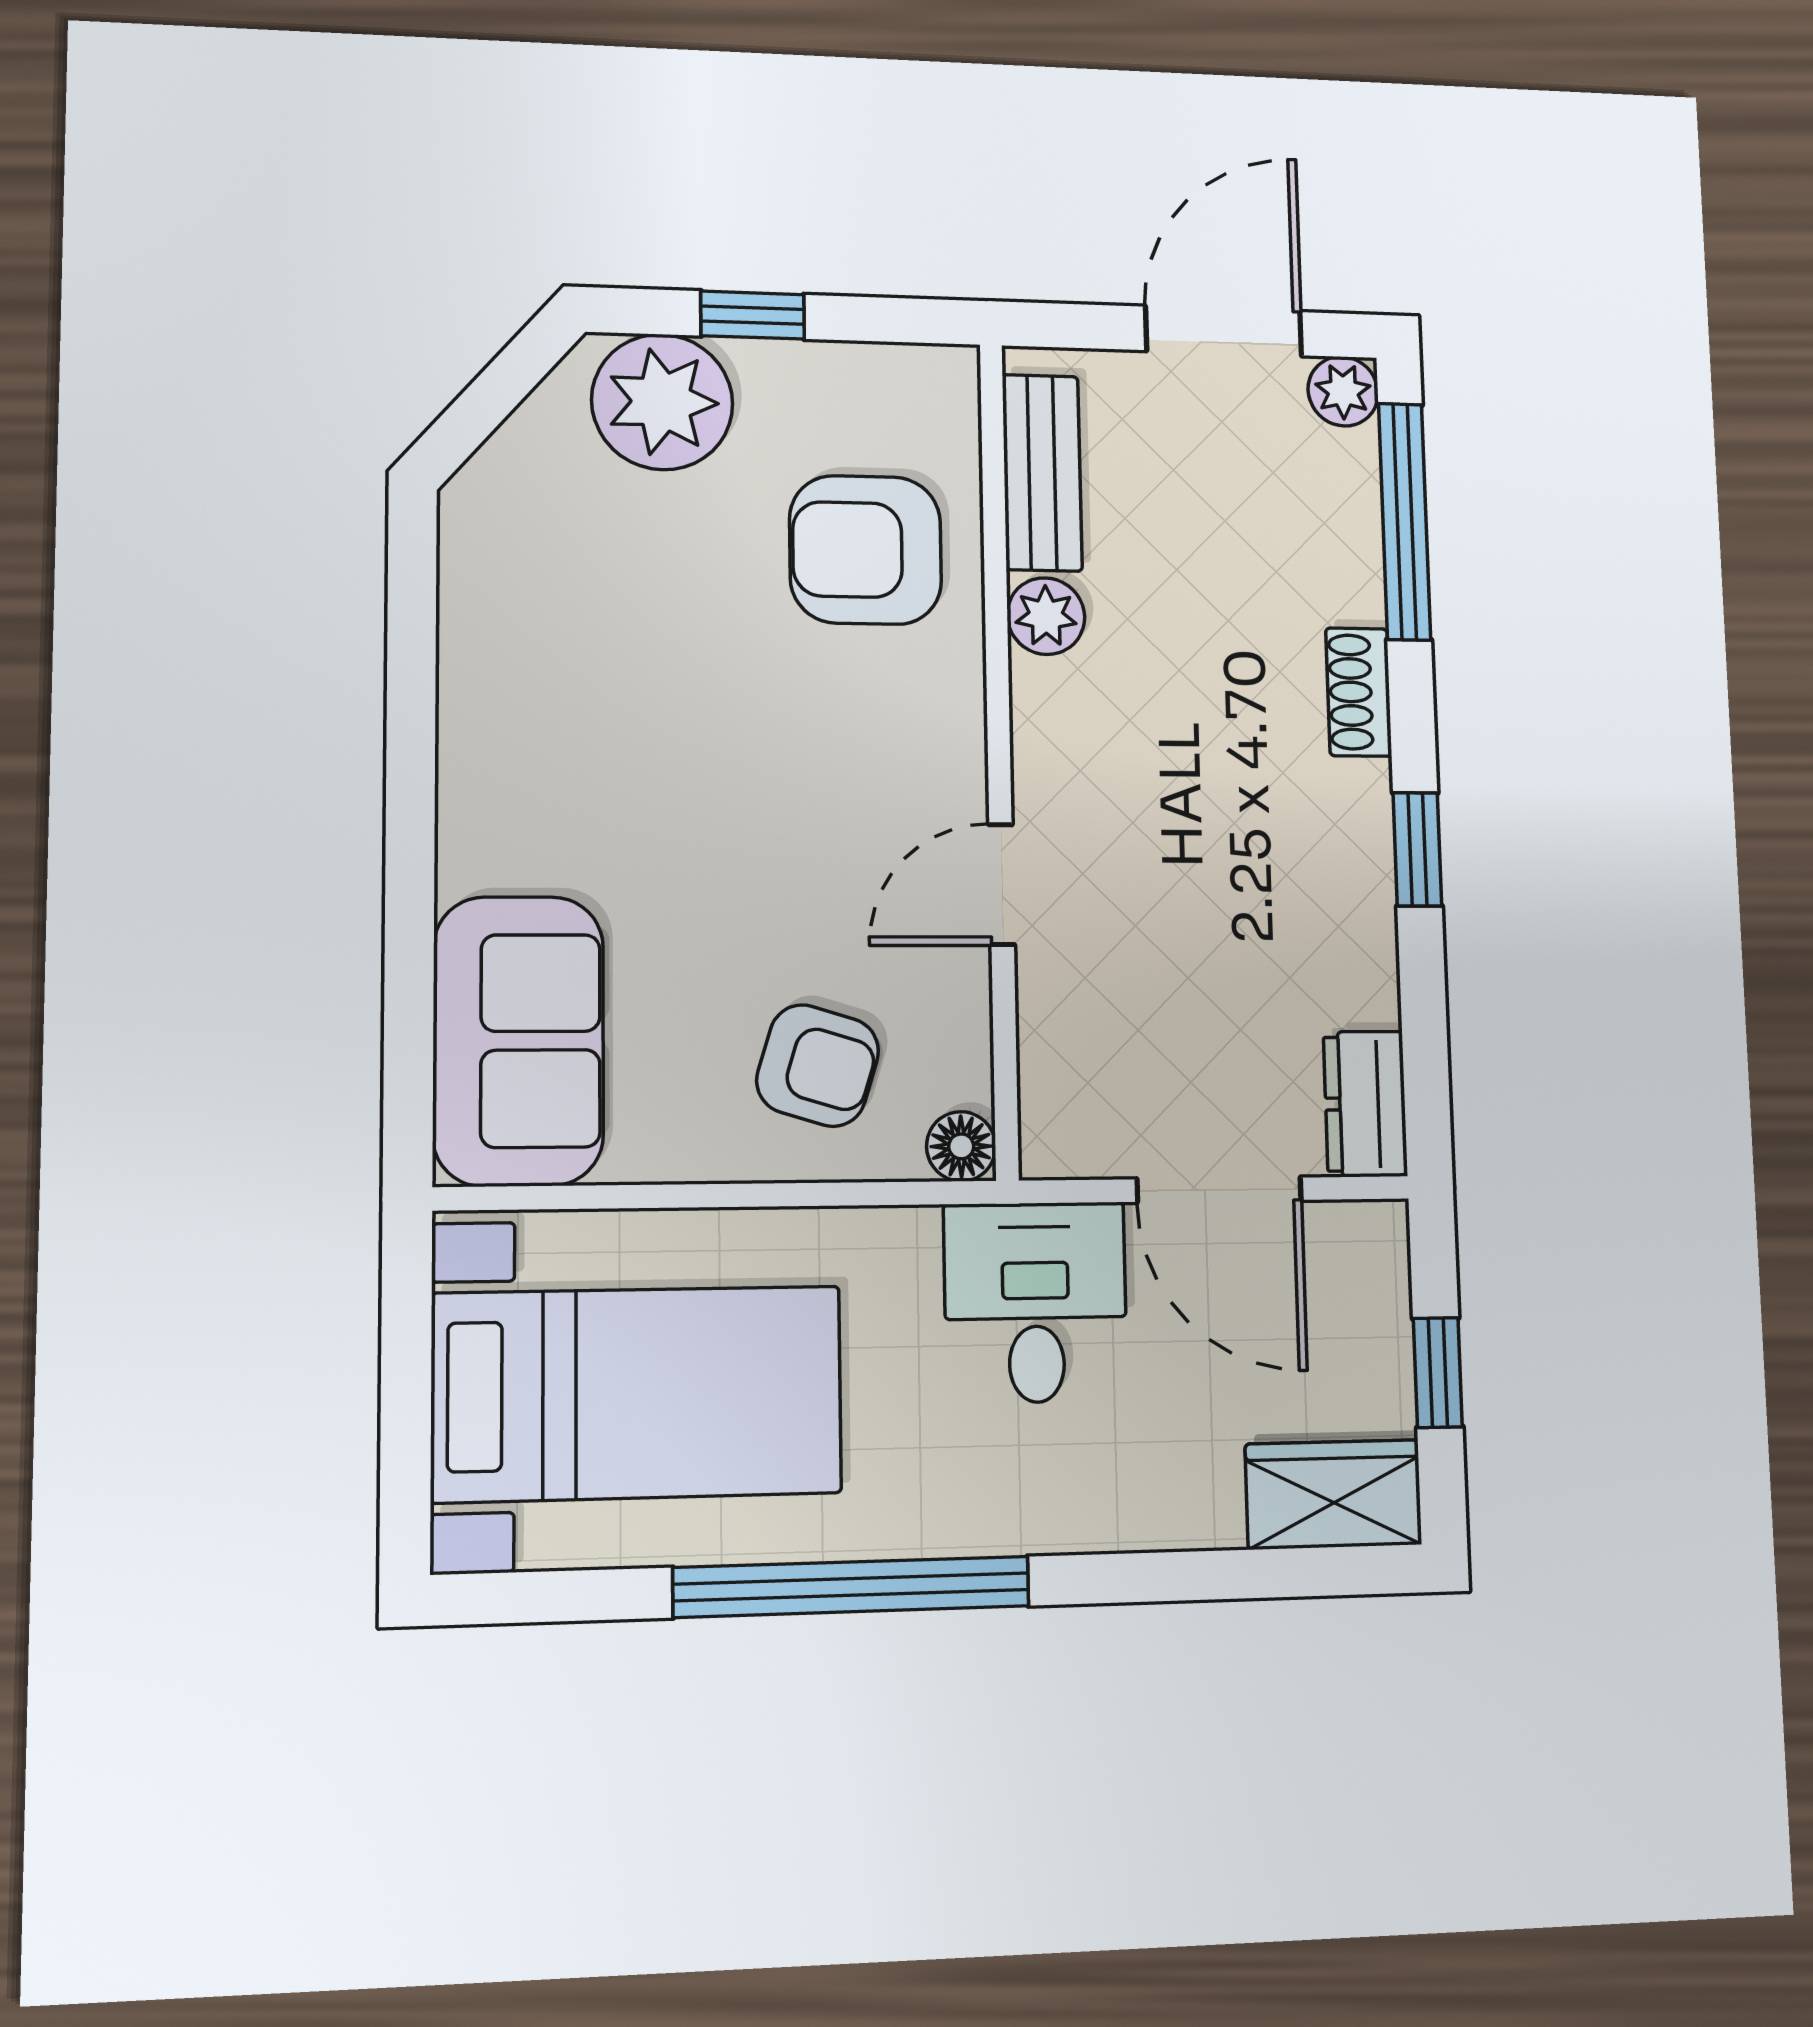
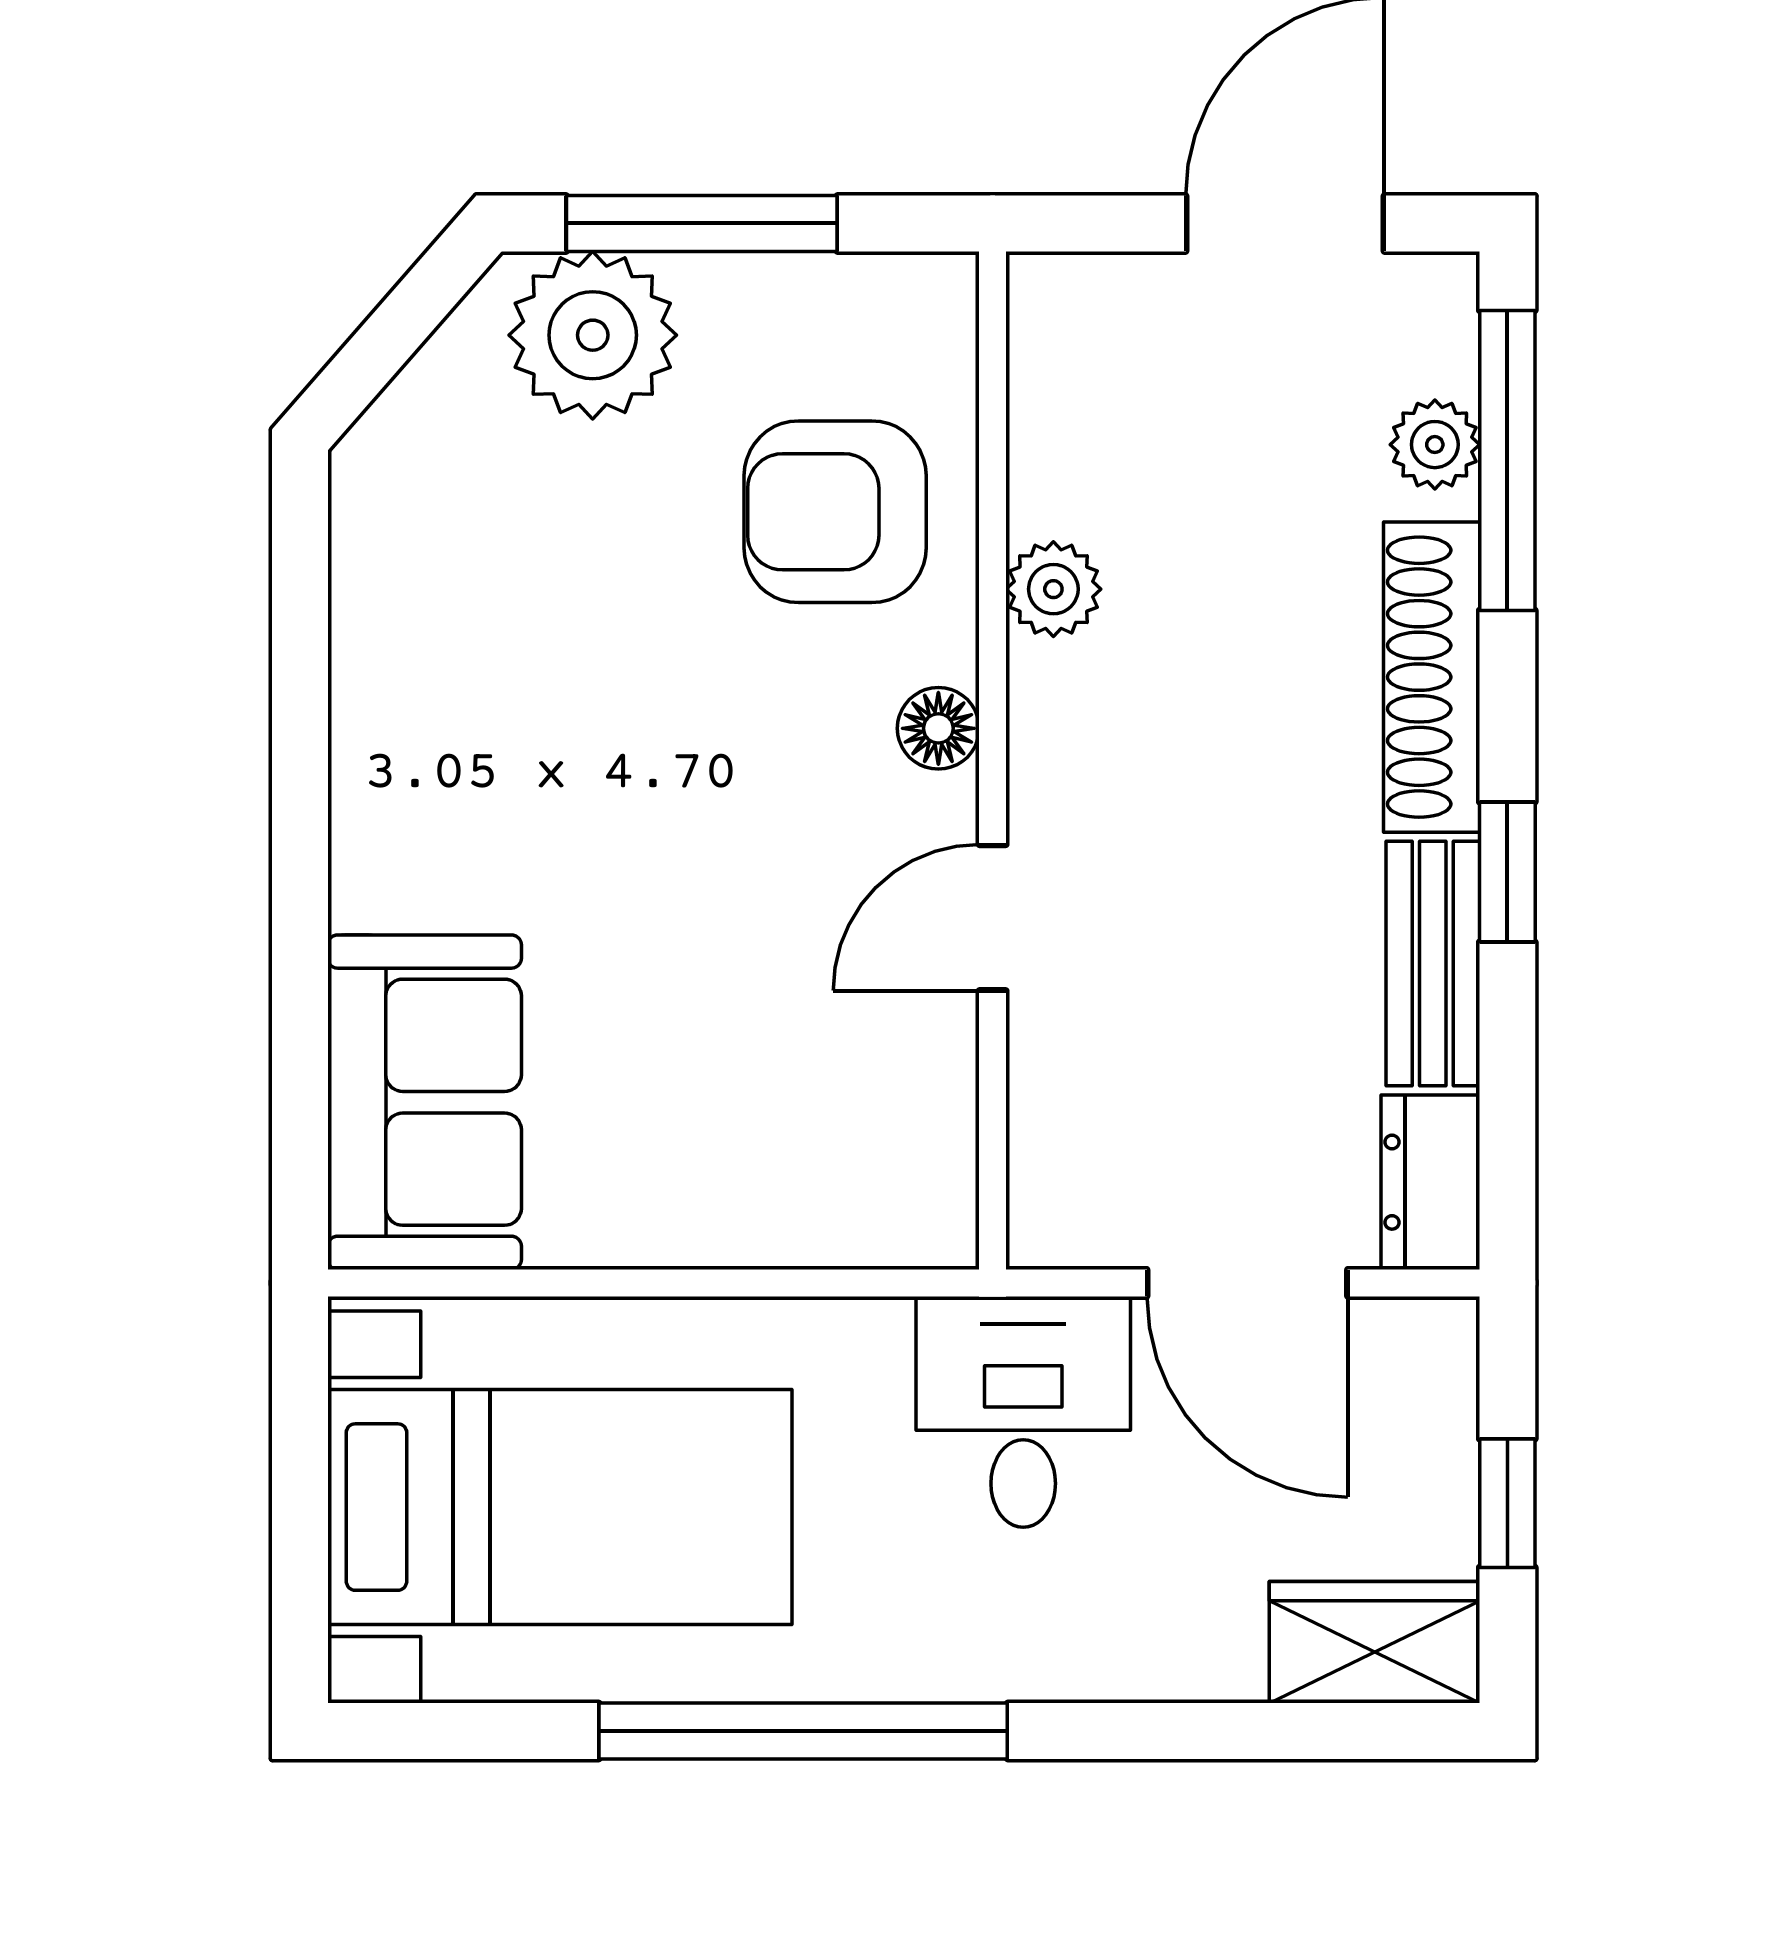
window: (753, 315) -> (702, 223), width x2.17
plant: (1343, 391) -> (1435, 445), moved
bench: (1042, 473) -> (1433, 964), moved
shoe rack: (1359, 692) -> (1432, 677), width x1.94, depth x1.24
armchair: (818, 1066) -> (770, 1133), removed
floor lamp: (961, 1146) -> (938, 728), moved

